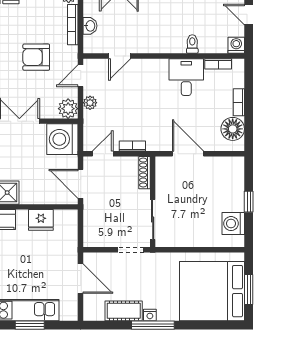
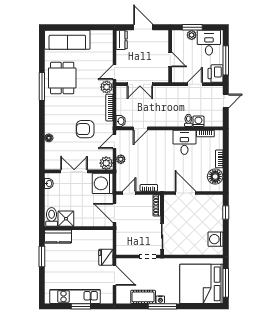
door: (249, 15) -> (226, 101), swing flipped
washbasin: (90, 26) -> (121, 121), moved
washing machine: (236, 45) -> (198, 121), moved
window: (249, 202) -> (226, 212), moved
fridge: (41, 220) -> (106, 257), moved, turned 90
window: (249, 290) -> (226, 283), width x1.44

